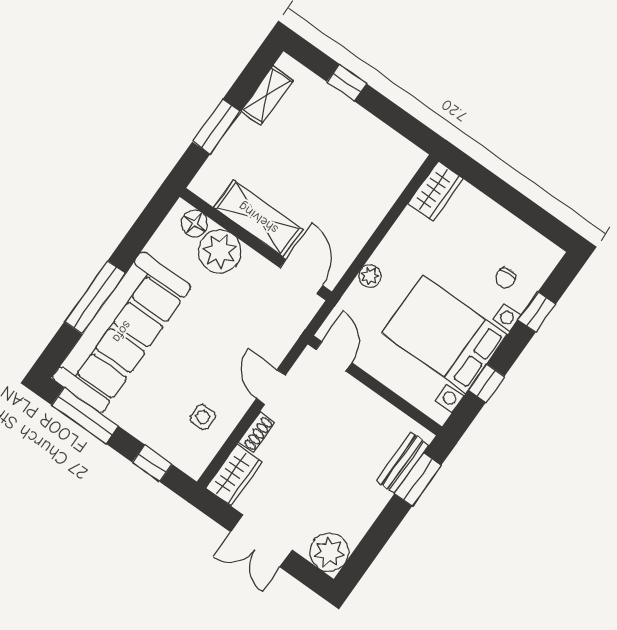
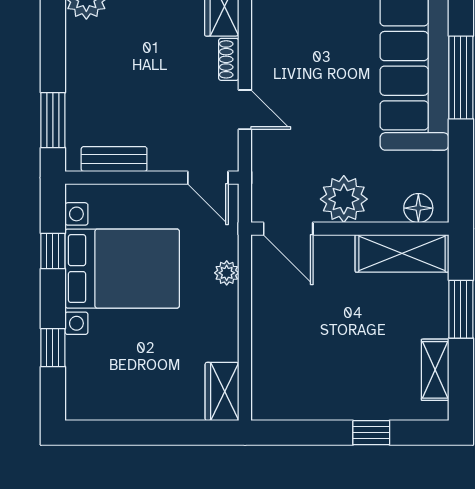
shelving: (258, 218) -> (402, 253), moved
plant: (220, 251) -> (344, 199), moved
chair: (505, 278) -> (103, 358), removed
side table: (203, 417) -> (287, 39), removed
bench: (403, 463) -> (114, 159), moved, turned 90

